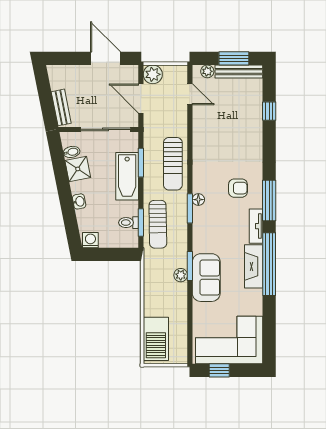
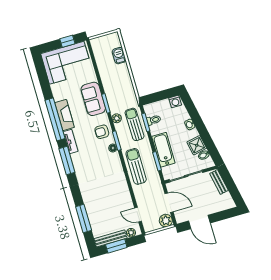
window: (269, 111) -> (84, 218), width x2.17
armchair: (238, 188) -> (102, 132), moved
plant: (181, 275) -> (117, 118), moved
barbecue: (156, 339) -> (119, 56), width x0.53, depth x0.65

